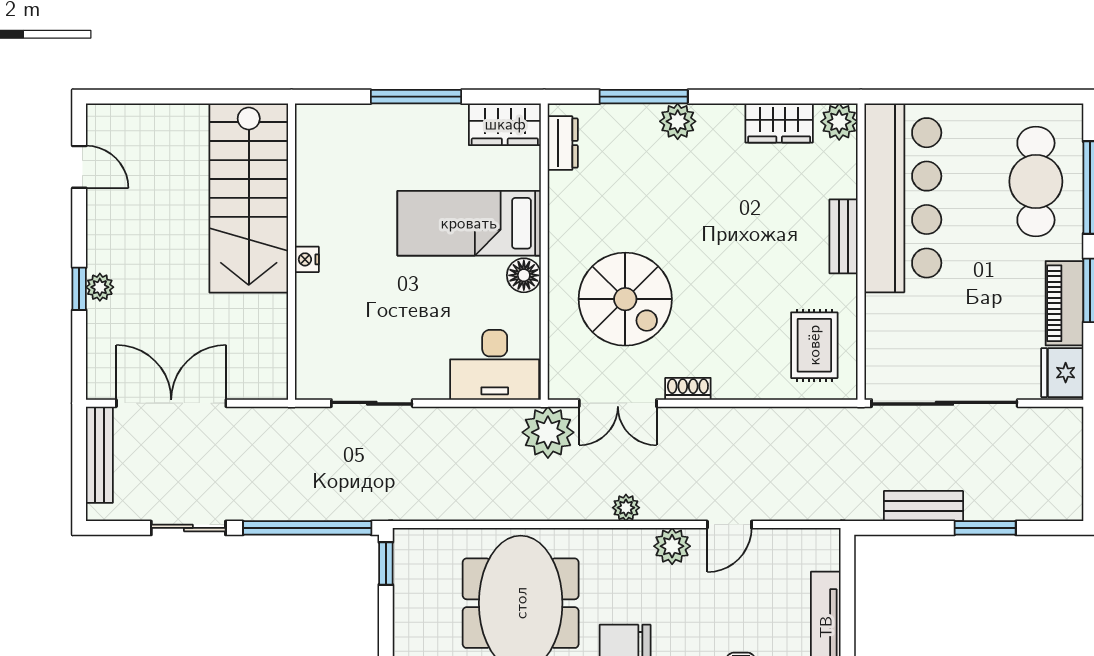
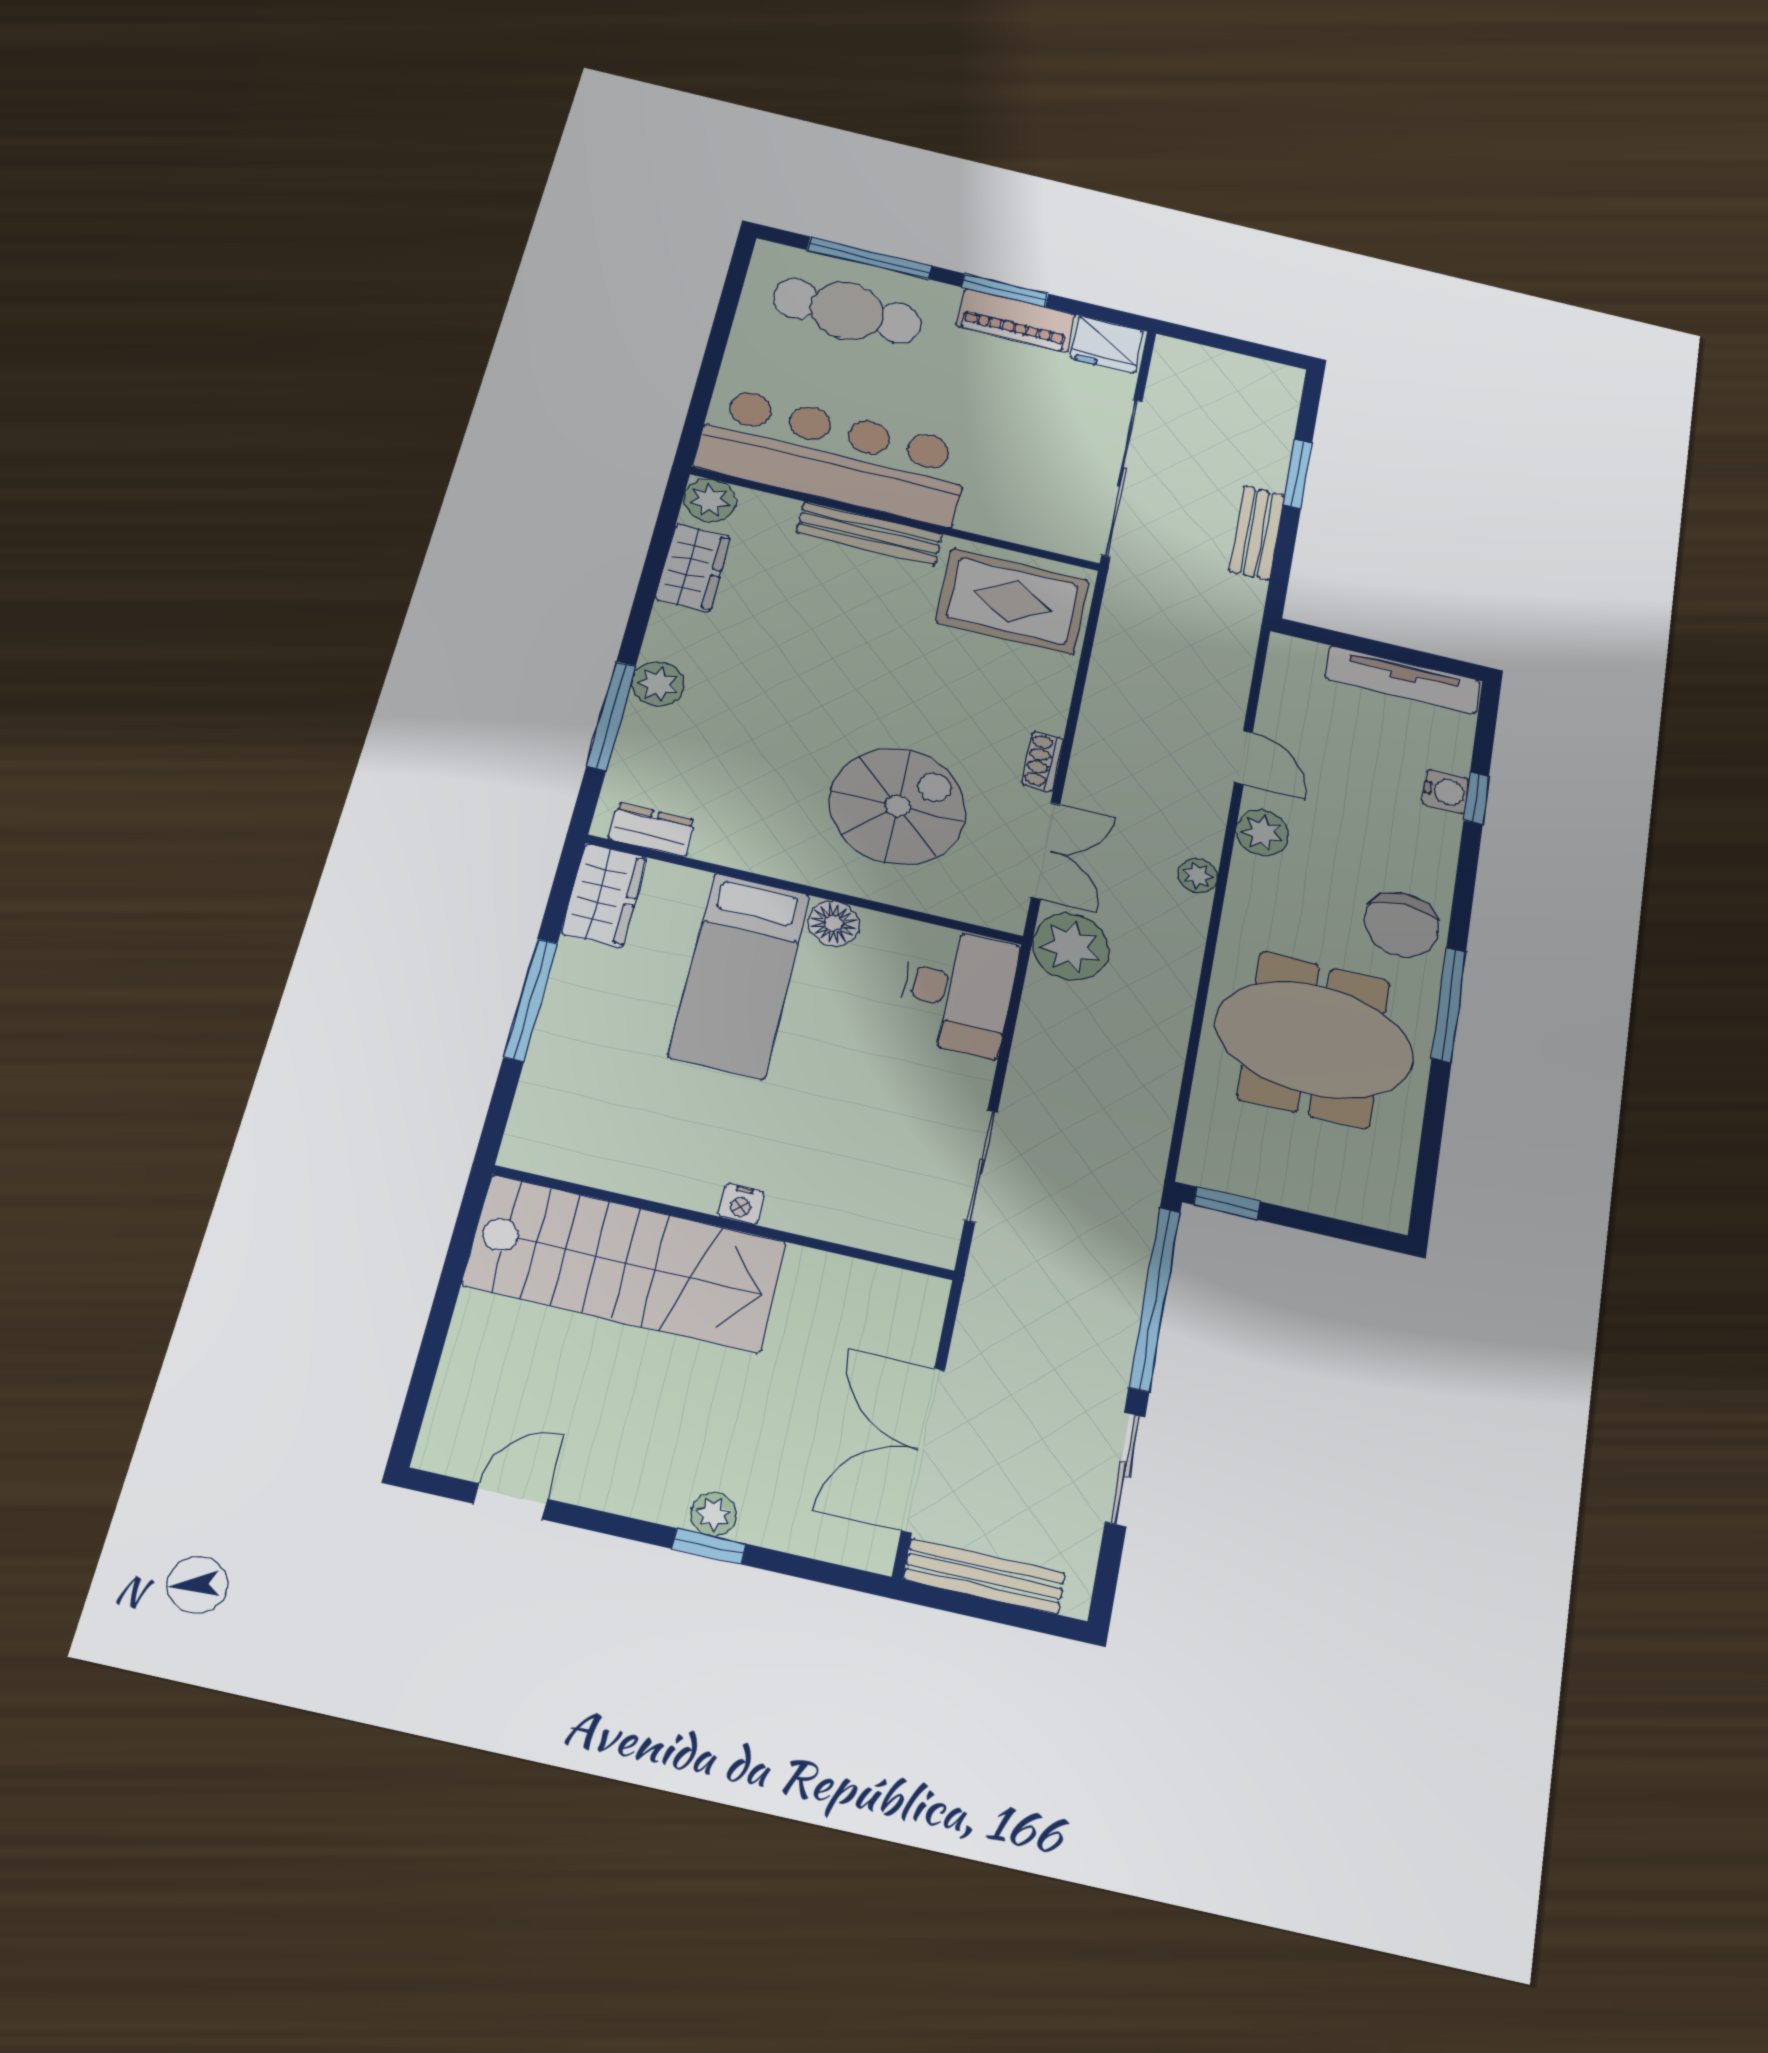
bench: (843, 236) -> (870, 533), width x1.36
rug: (814, 345) -> (1013, 601), width x1.36, depth x1.43

